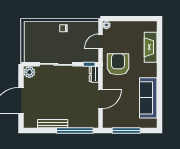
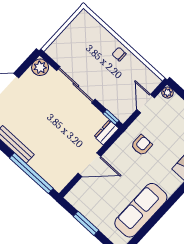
door: (100, 41) -> (146, 104), hinge flipped
armchair: (118, 64) -> (142, 145), width x0.53, depth x0.53
window: (126, 130) -> (86, 223), width x0.69

